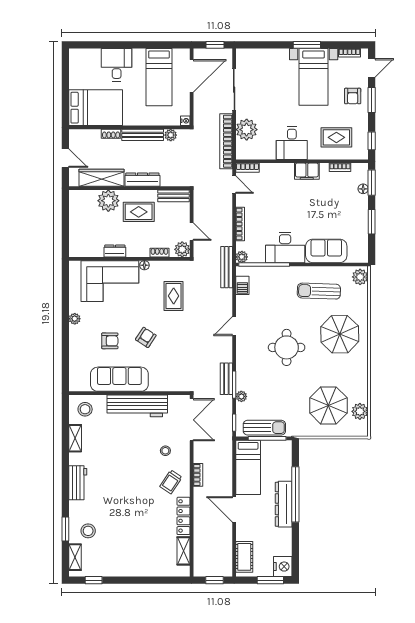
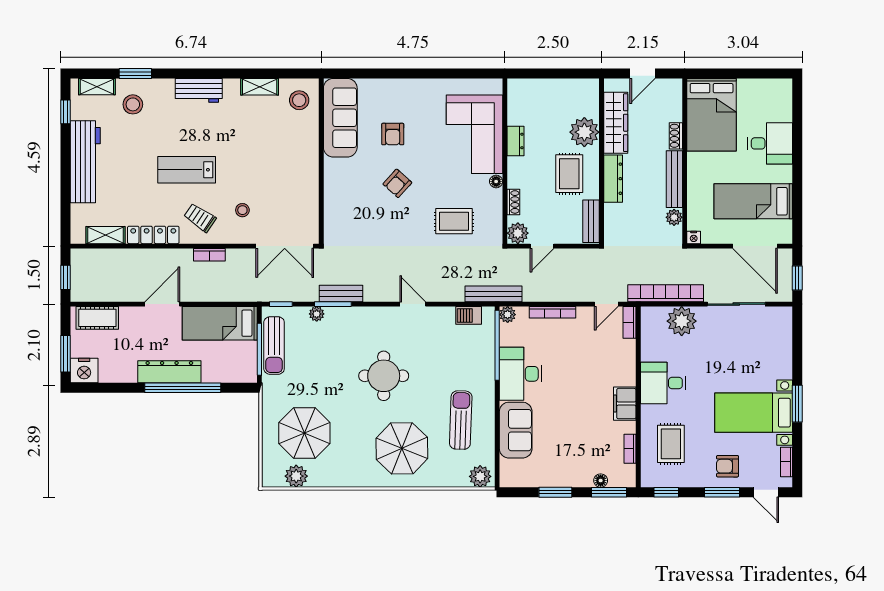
plant: (75, 319) -> (423, 86), removed
armchair: (146, 337) -> (397, 183), turned 99
sofa: (119, 379) -> (340, 118), moved
workbench: (137, 406) -> (85, 162), moved, turned 180
lab bench: (136, 492) -> (187, 170), added

